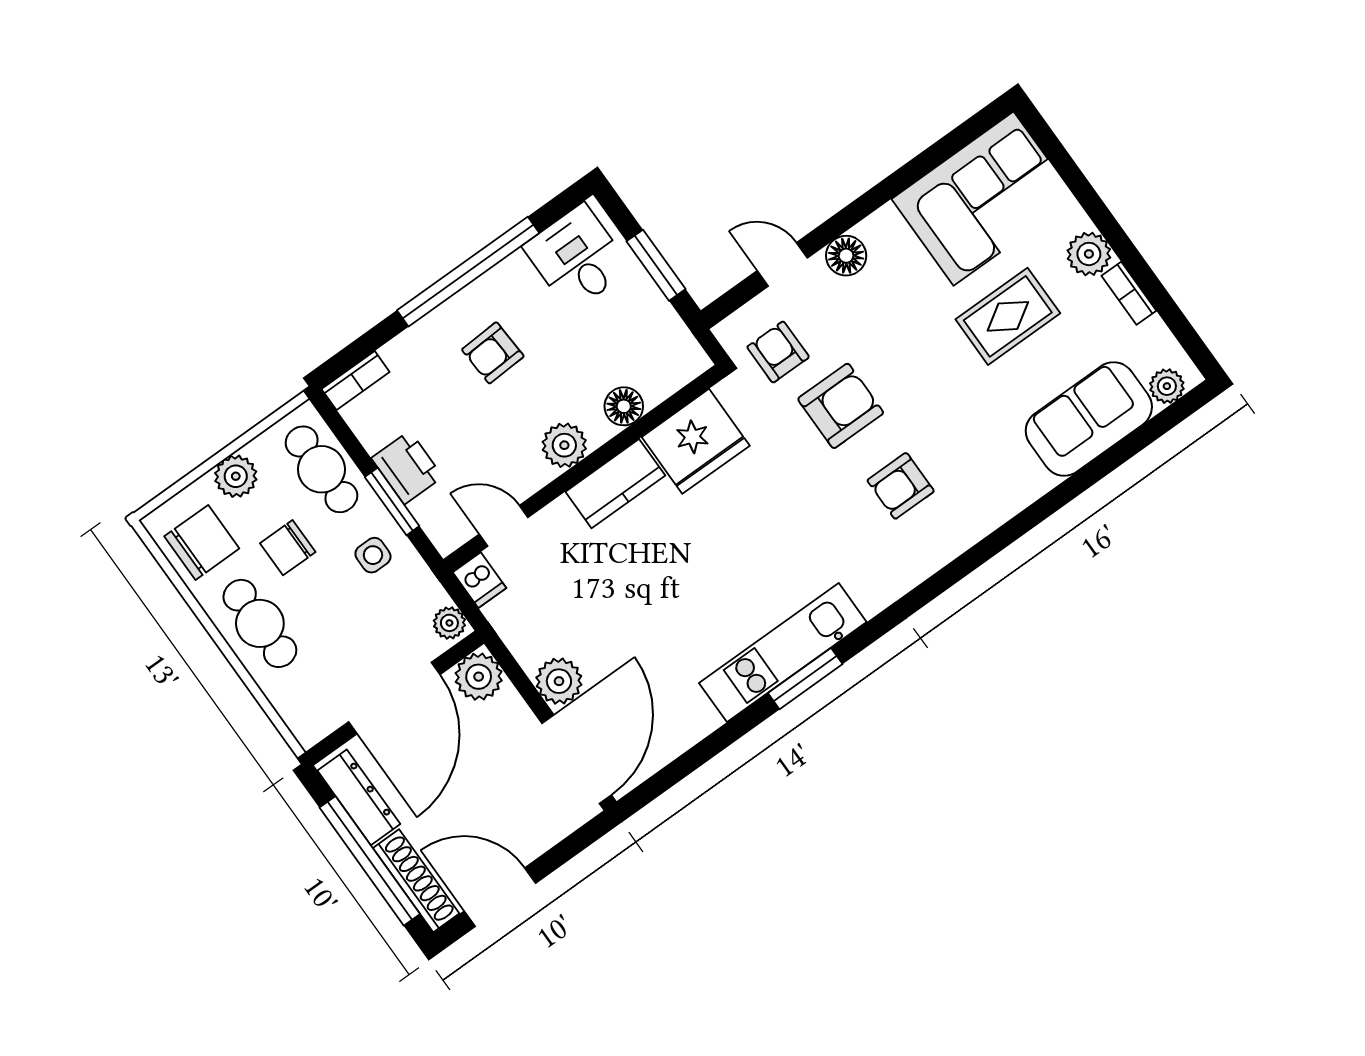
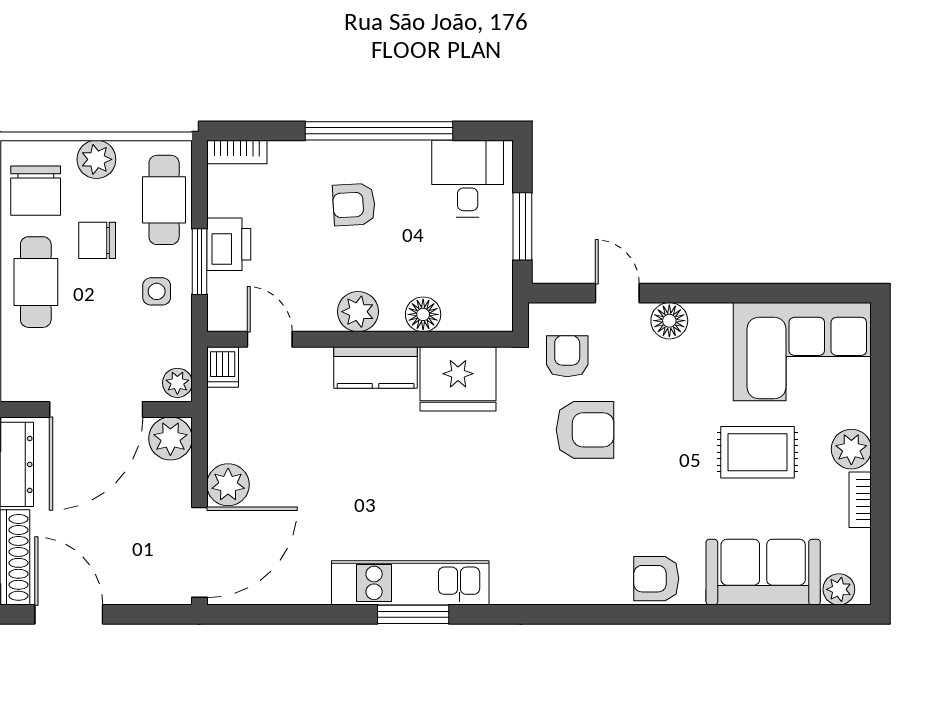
armchair: (901, 486) -> (656, 579), moved
chair: (202, 542) -> (36, 191), turned 90

